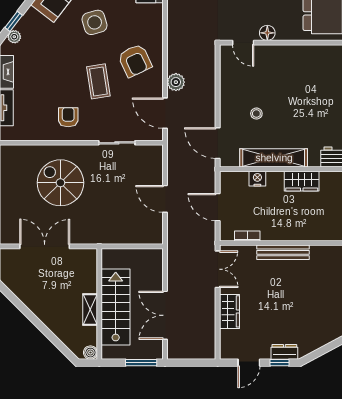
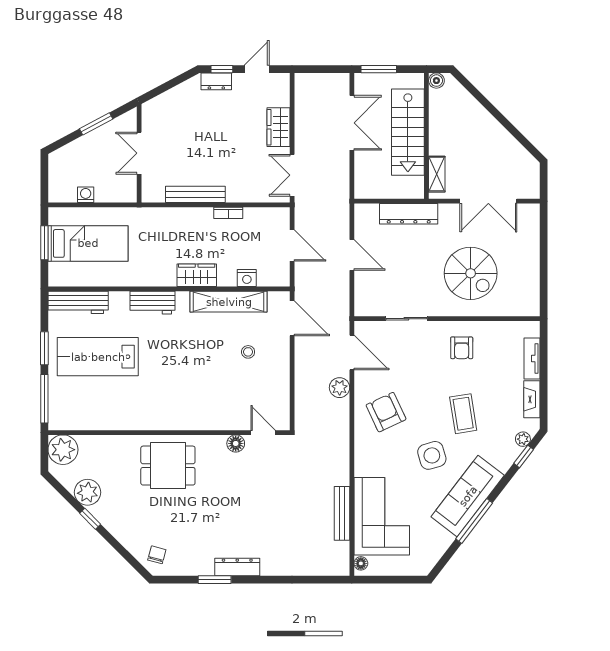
coffee table: (98, 81) -> (463, 414), moved
dresser: (115, 235) -> (409, 214), added
bookcase: (247, 236) -> (228, 213), moved
bench: (283, 252) -> (195, 194), moved
shelving: (90, 310) -> (437, 174), moved

